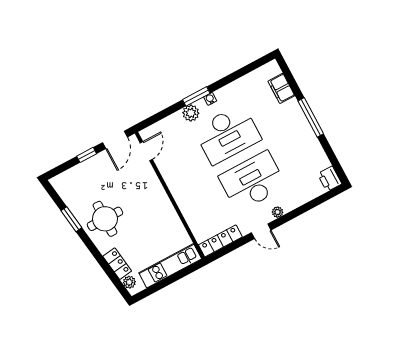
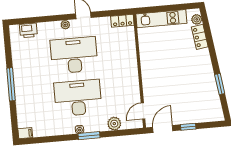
filing cabinet: (281, 88) -> (25, 133), moved, width x0.50
plant: (191, 113) -> (114, 124), moved
printer: (330, 179) -> (28, 30), moved, turned 90
desk: (253, 181) -> (74, 55), turned 180
round table: (105, 219) -> (195, 74), removed
locker: (220, 241) -> (122, 21), width x0.66

